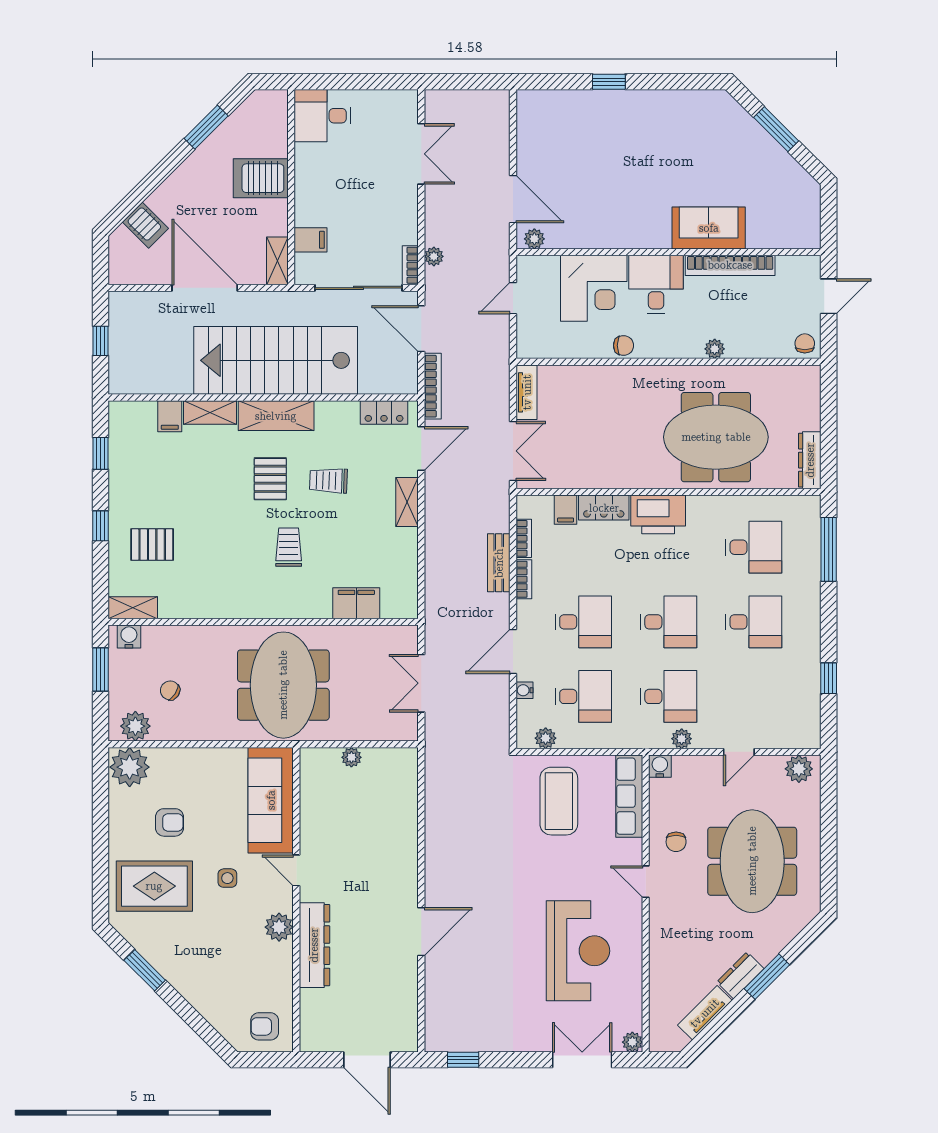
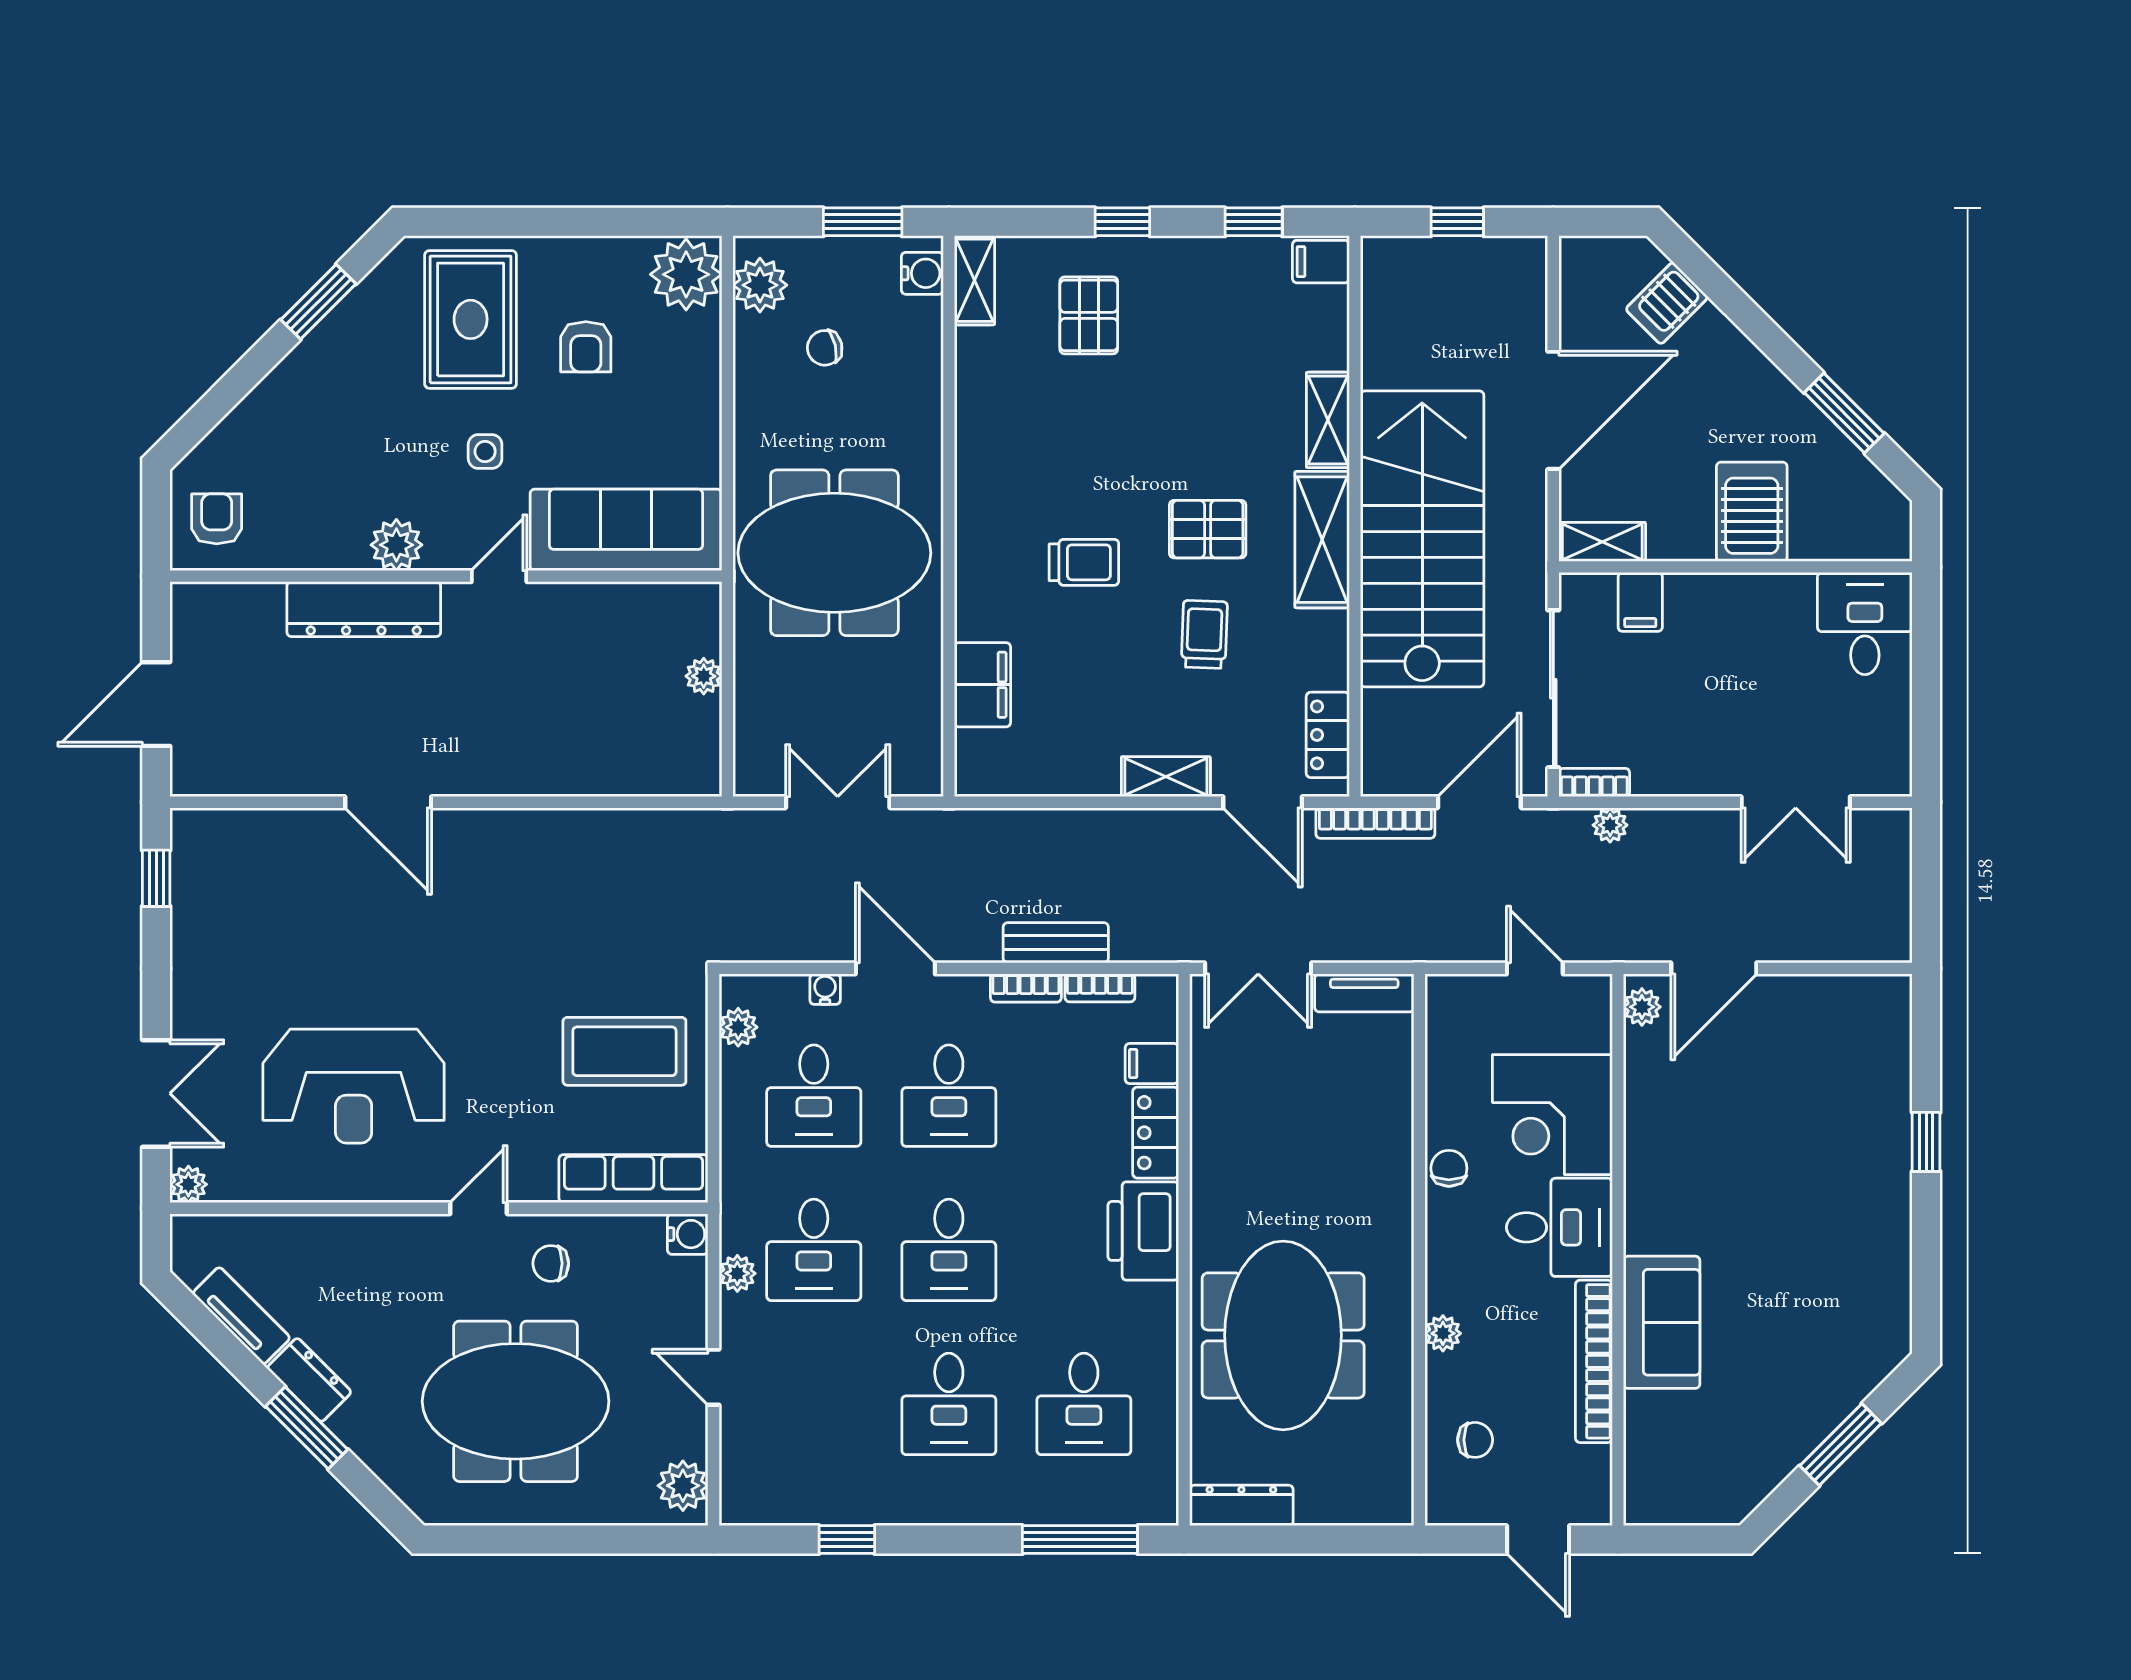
chair: (805, 343) -> (1475, 1440), moved
chair: (623, 345) -> (1449, 1168), turned 180
filing cabinet: (170, 416) -> (1321, 262), moved
chair: (170, 690) -> (825, 348), turned -136

